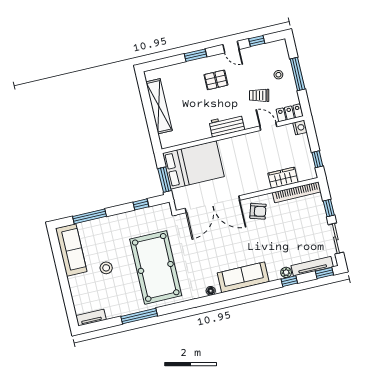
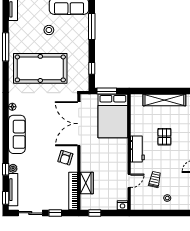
window: (298, 74) -> (164, 213), removed
pallet: (216, 80) -> (164, 137), moved
locker: (289, 113) -> (136, 200), removed

